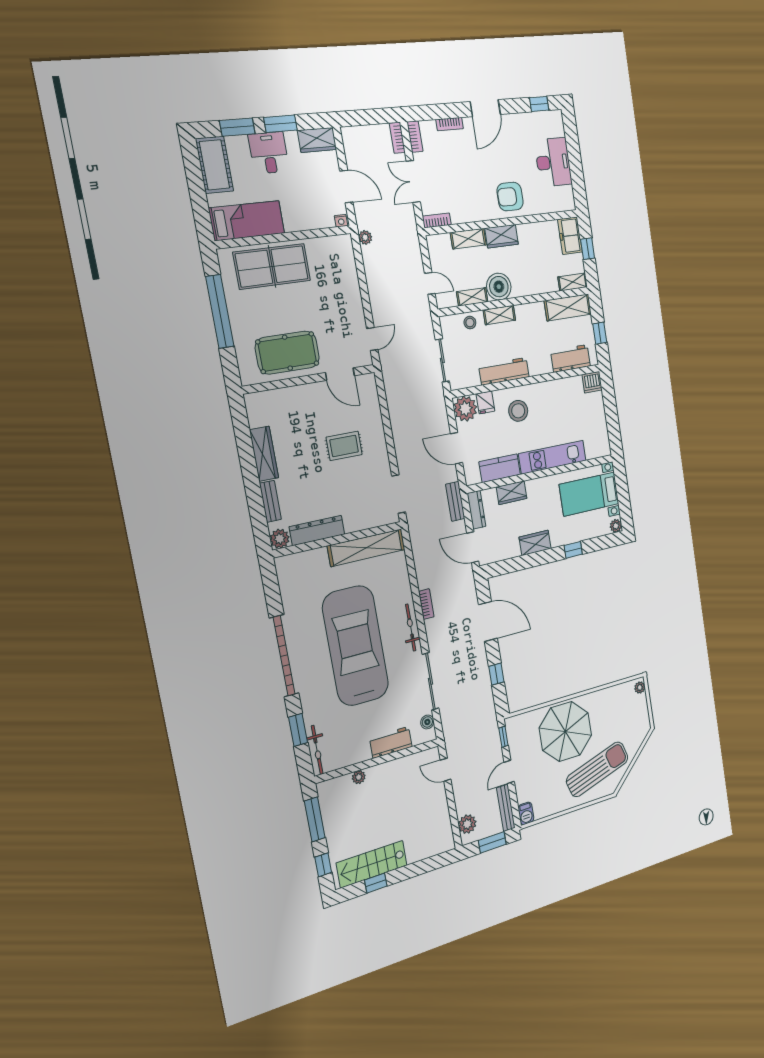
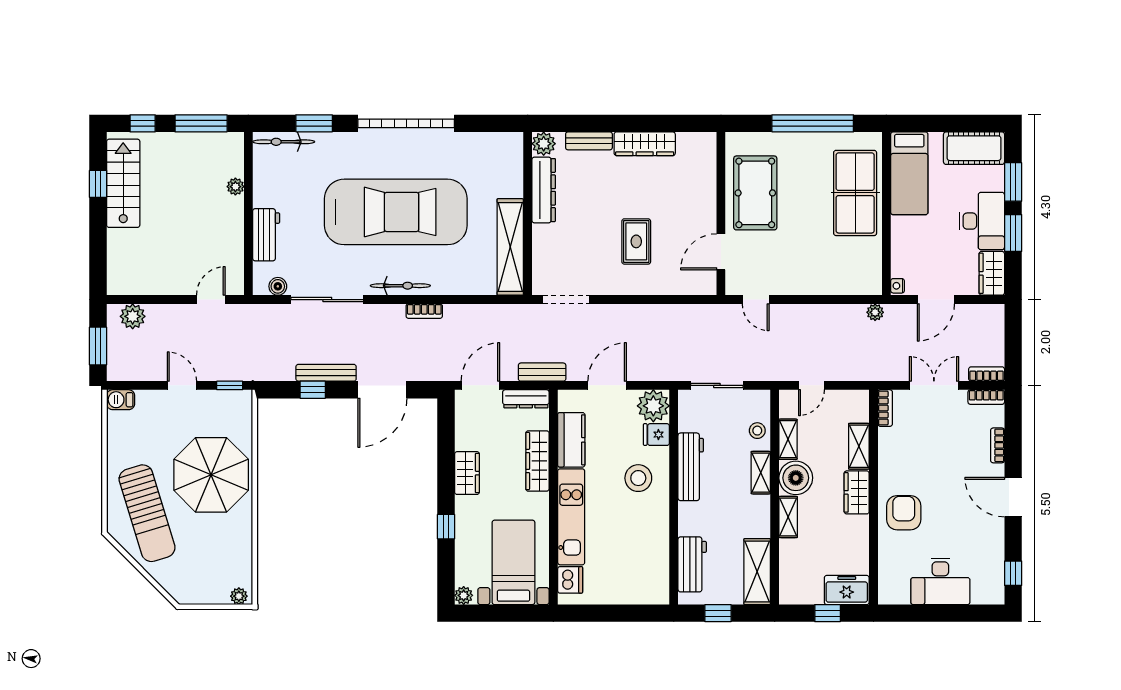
desk: (269, 153) -> (982, 221), width x1.37
shelving: (573, 282) -> (788, 517), moved
dishwasher: (592, 382) -> (570, 580), moved, turned 180
wardrobe: (512, 493) -> (537, 461), width x1.50
bench: (506, 808) -> (326, 373), moved

